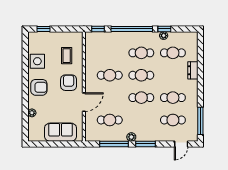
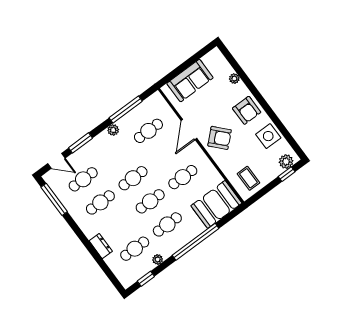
window: (98, 29) -> (230, 216), removed
window: (164, 29) -> (146, 279), moved
plant: (38, 37) -> (286, 162), added
booth: (101, 43) -> (216, 204), added
coffee table: (67, 56) -> (248, 178), moved
armchair: (69, 83) -> (220, 138), turned -43
armchair: (39, 87) -> (247, 110), turned -90
window: (145, 144) -> (81, 143), moved
door: (181, 144) -> (56, 161), swing flipped

